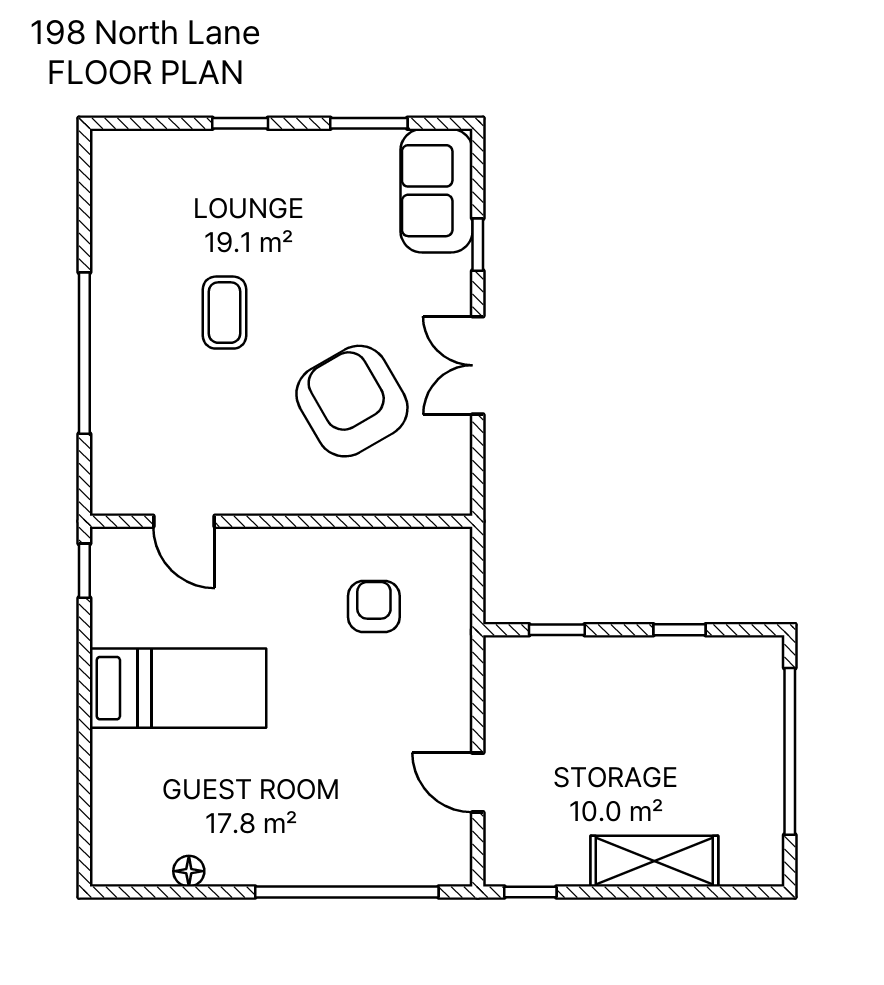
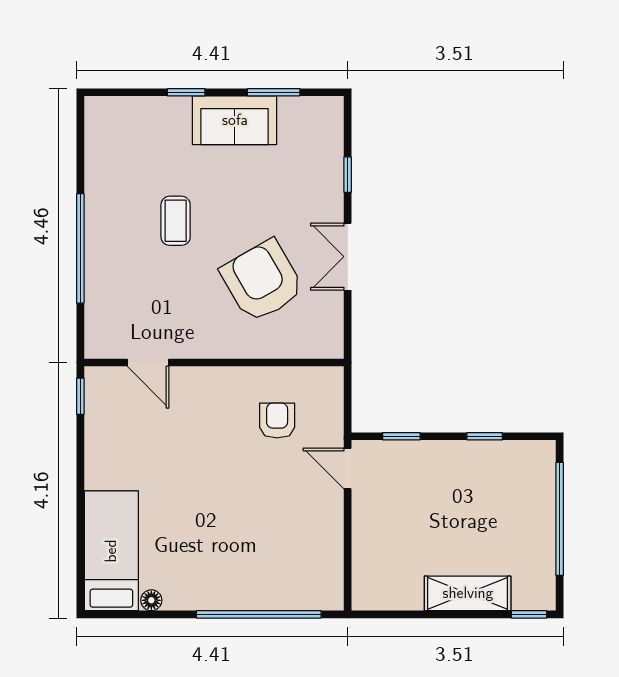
sofa: (437, 191) -> (235, 120), moved, turned -90
bed: (178, 688) -> (111, 551), moved, turned -90
door: (478, 782) -> (348, 468), moved
window: (530, 892) -> (529, 614), moved

